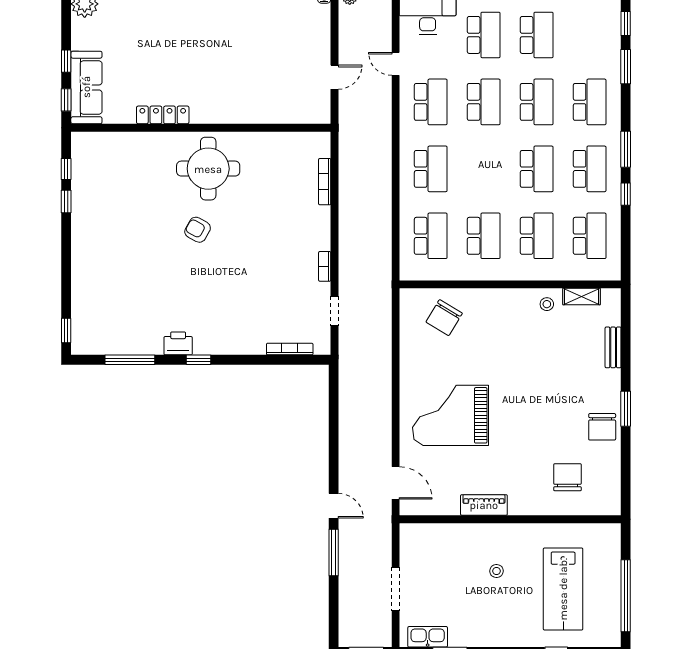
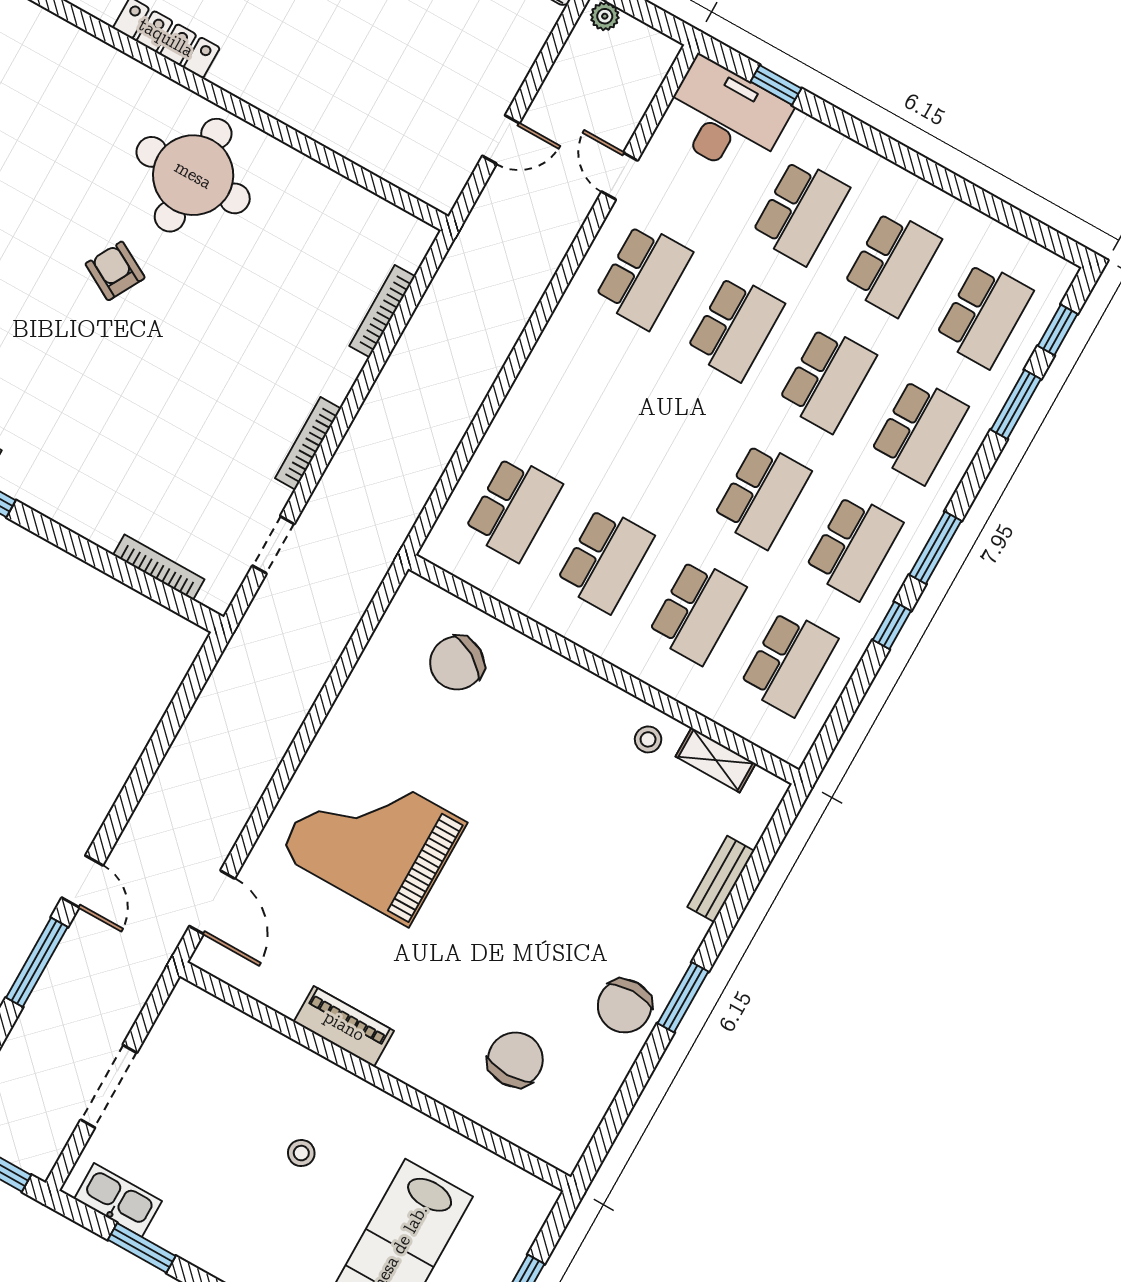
school desk: (431, 169) -> (984, 315), moved
bookcase: (325, 266) -> (308, 443), width x1.56

